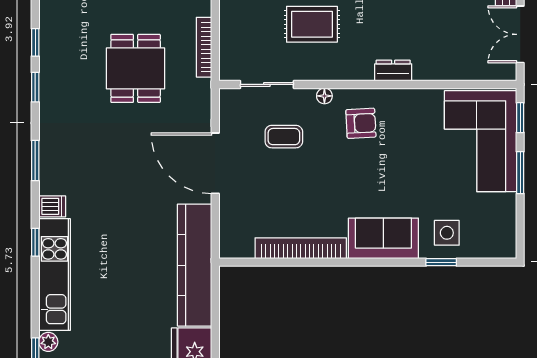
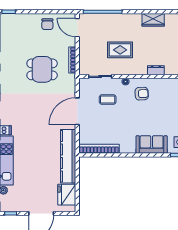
dining table: (136, 68) -> (42, 69), turned 90
door: (215, 163) -> (77, 111), hinge flipped
bookcase: (301, 248) -> (99, 149), moved

